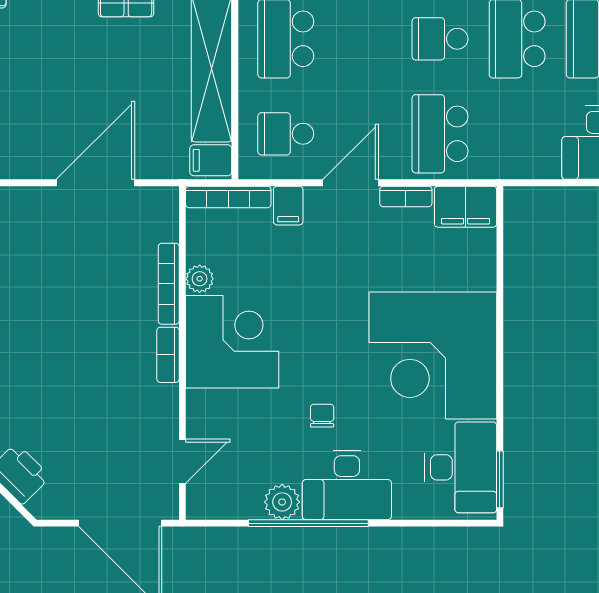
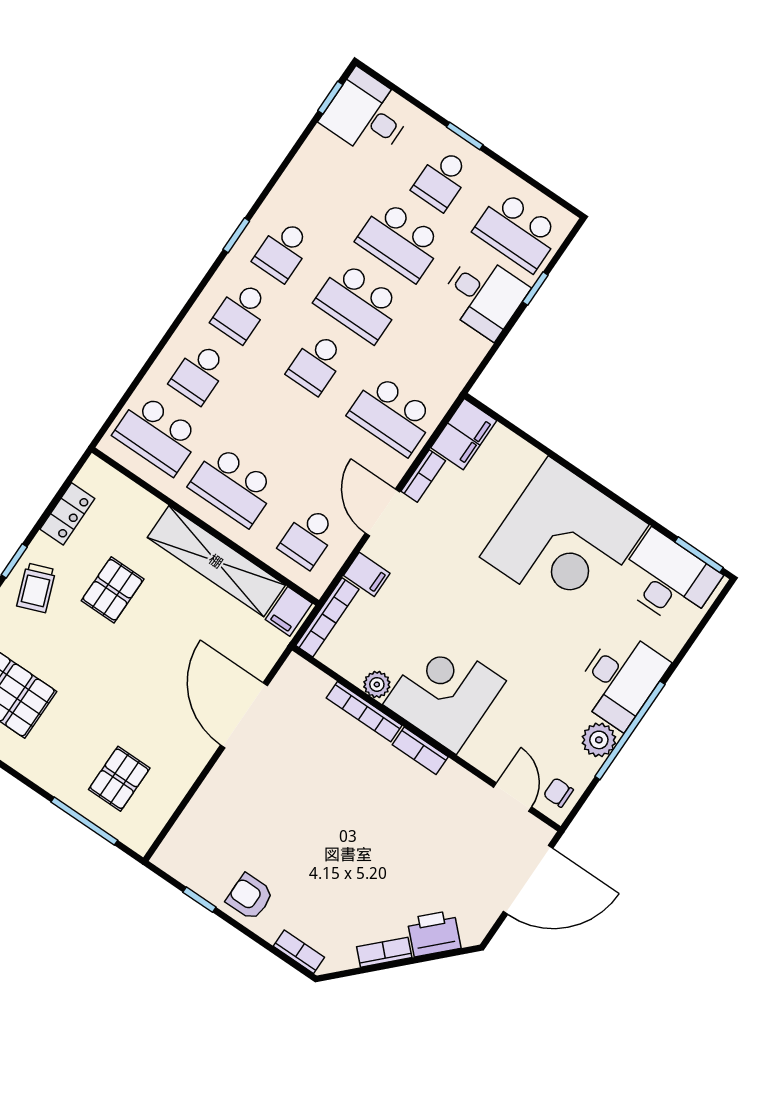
chair: (322, 416) -> (558, 792), moved

